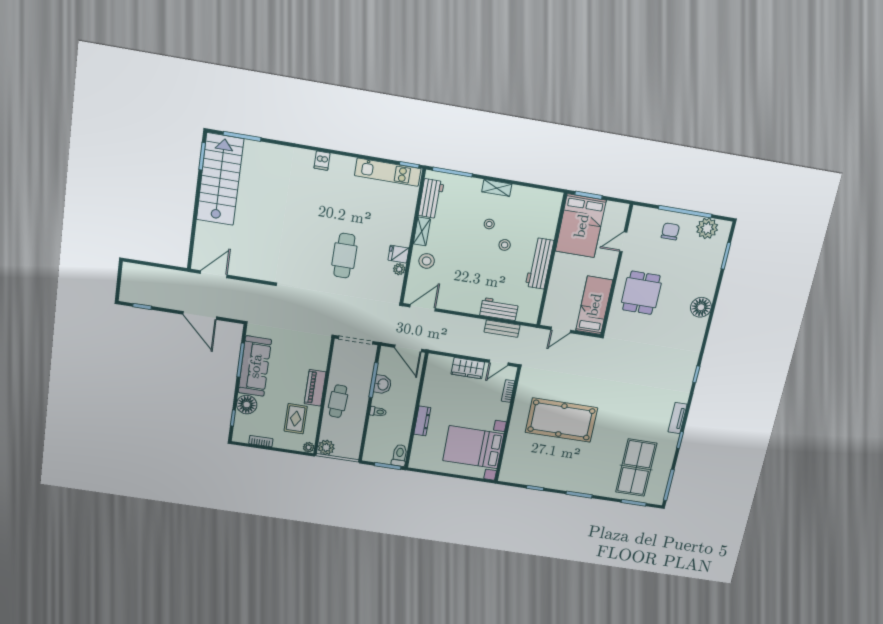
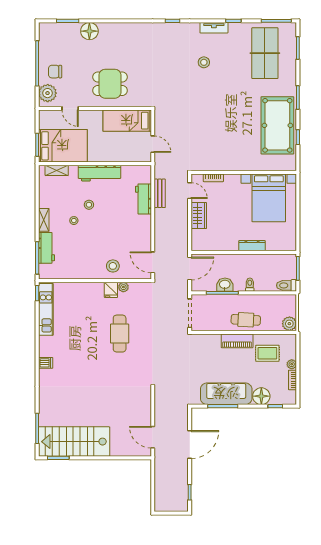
workbench: (431, 199) -> (46, 248), moved, turned 90
plant: (707, 228) -> (48, 93), moved
shelving: (422, 231) -> (57, 170), moved
cafe table: (344, 256) -> (120, 334), turned 90
floor lamp: (701, 307) -> (89, 31), moved
stool: (641, 401) -> (204, 62), added
pool table: (561, 420) -> (277, 125), moved
plant: (309, 447) -> (292, 364), moved
toilet: (399, 455) -> (286, 285), moved
table tennis table: (636, 468) -> (265, 53), turned 90

